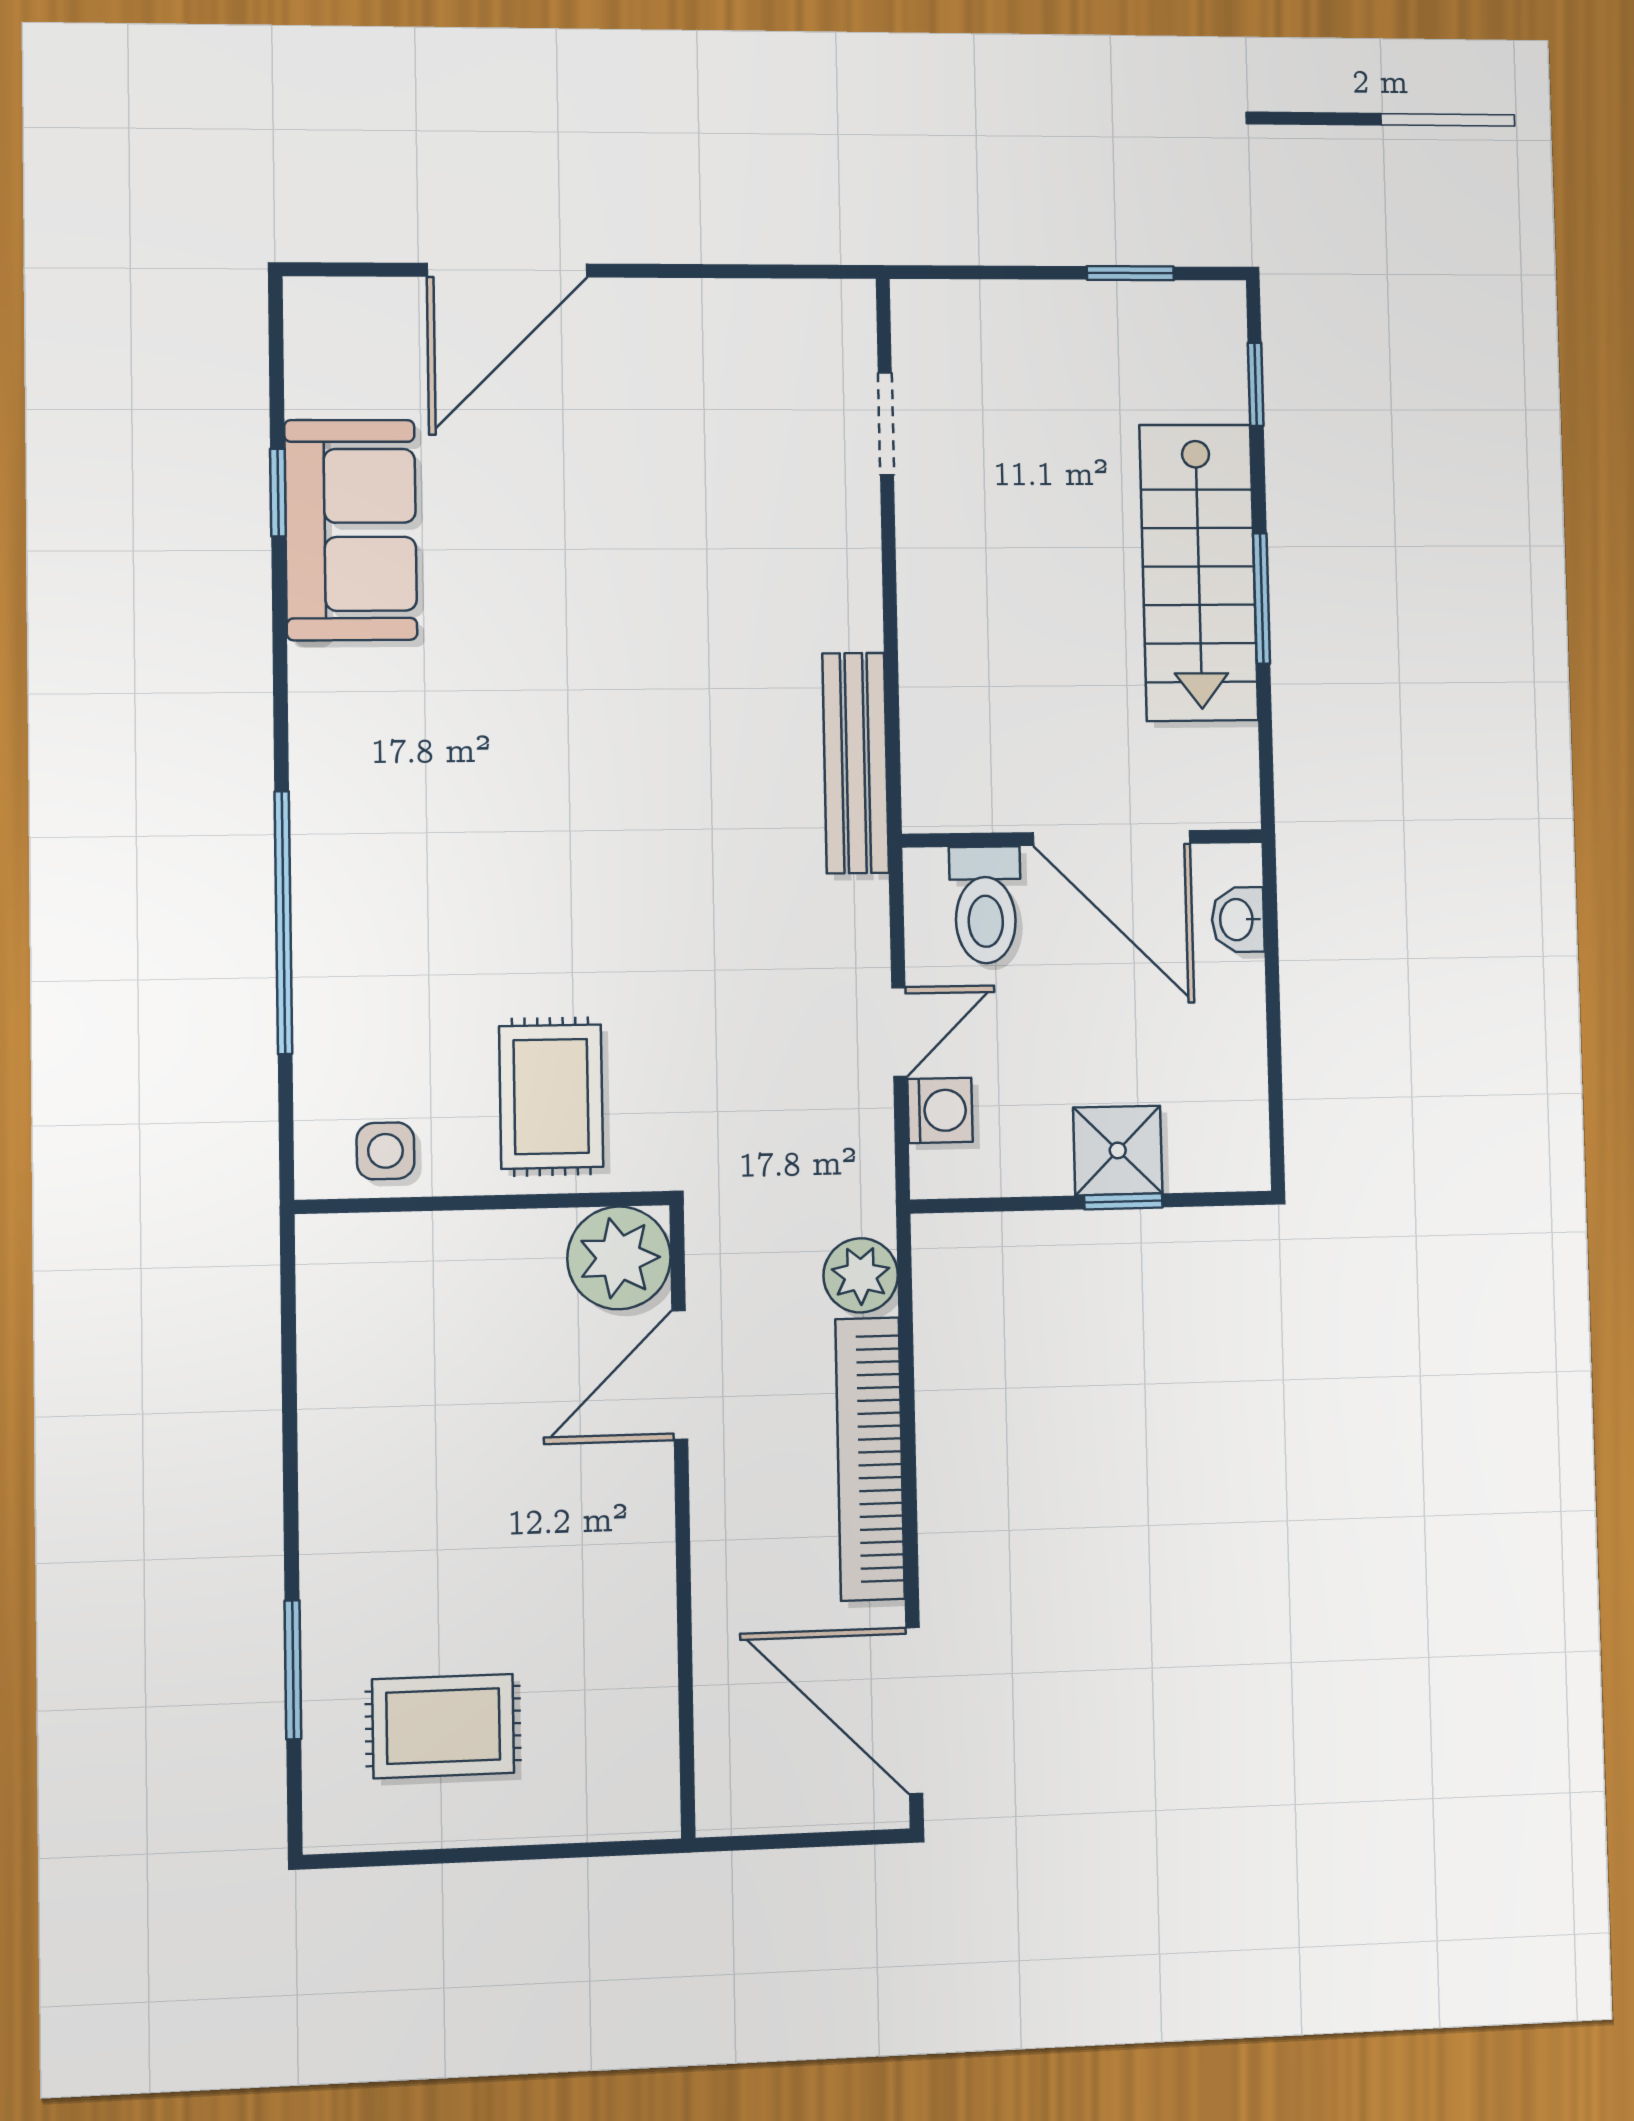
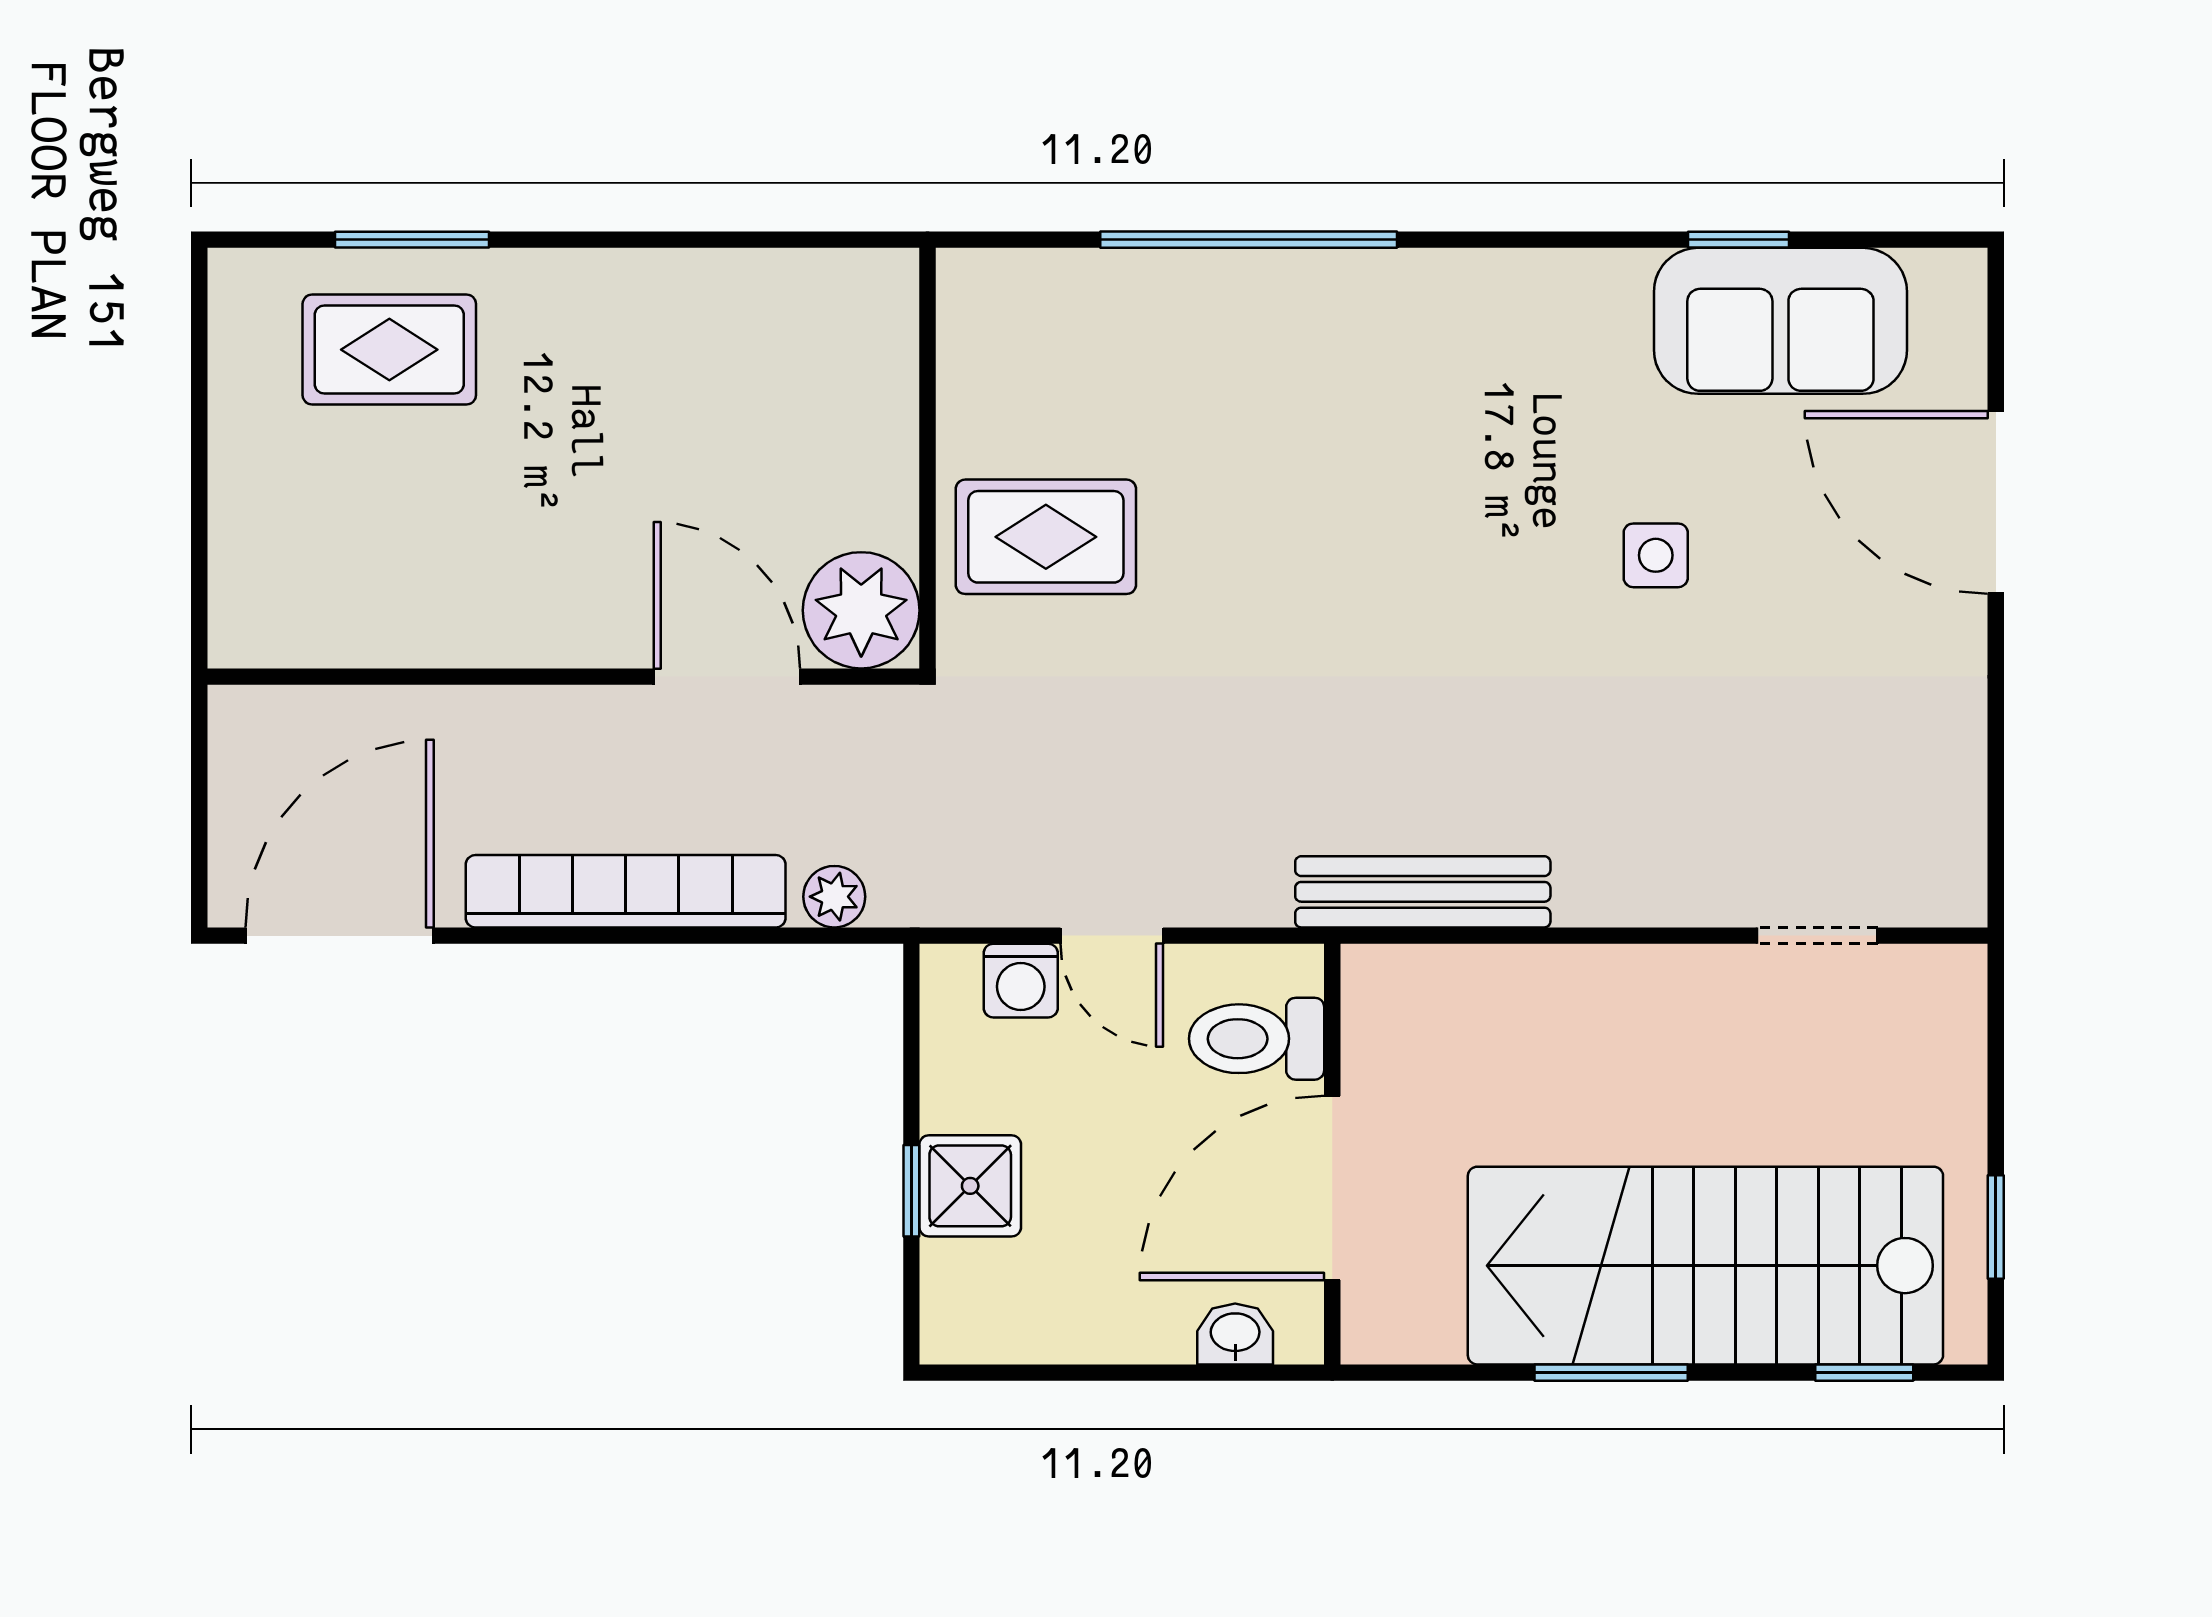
sofa: (351, 530) -> (1780, 321), moved
stairs: (1199, 572) -> (1705, 1266), width x1.36, depth x1.51
side table: (385, 1151) -> (1656, 555), moved
plant: (861, 1275) -> (834, 897), width x0.73, depth x0.73
rug: (443, 1726) -> (389, 350), moved, turned 90

